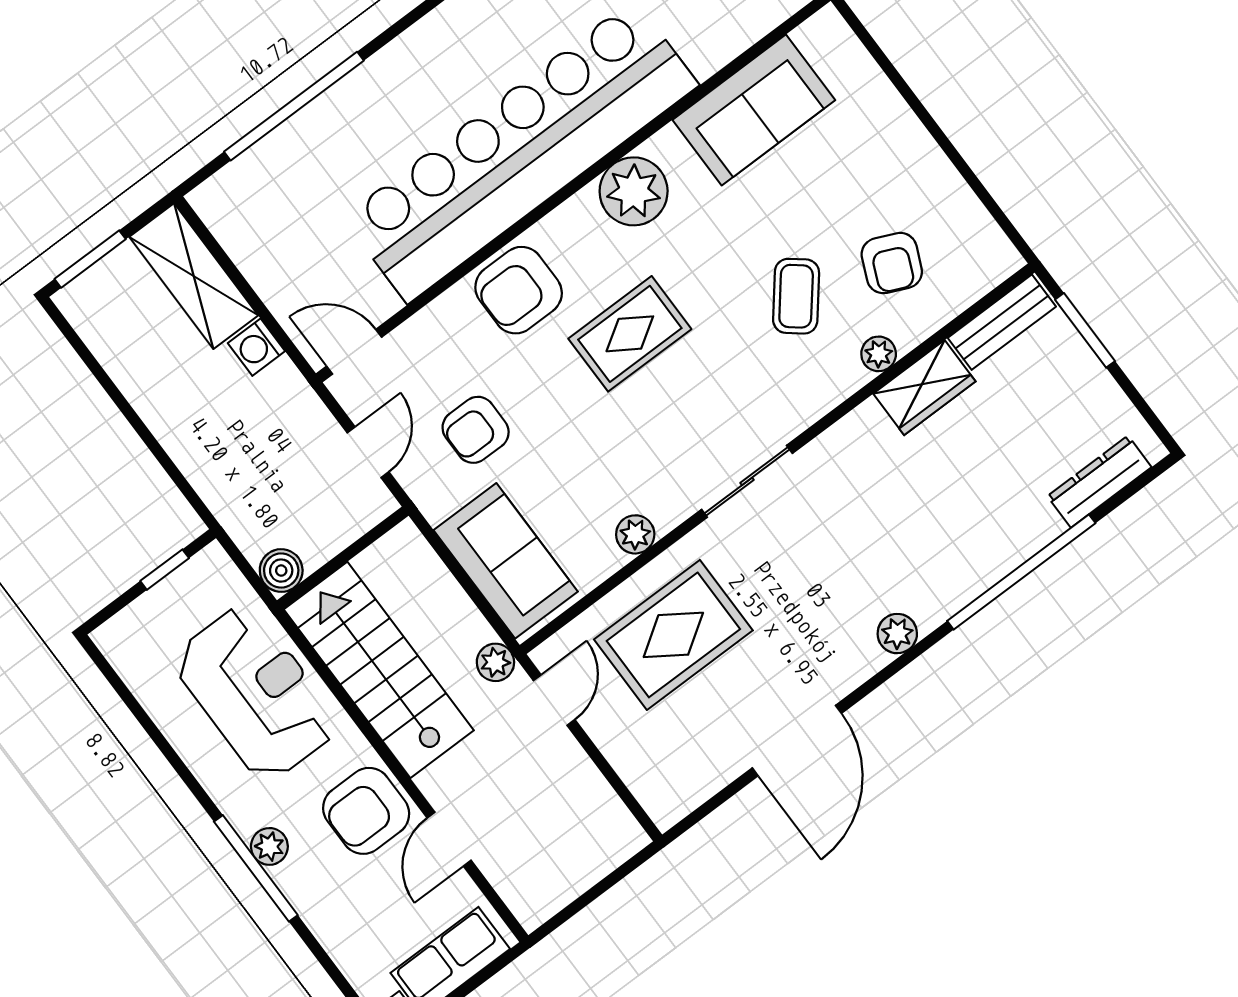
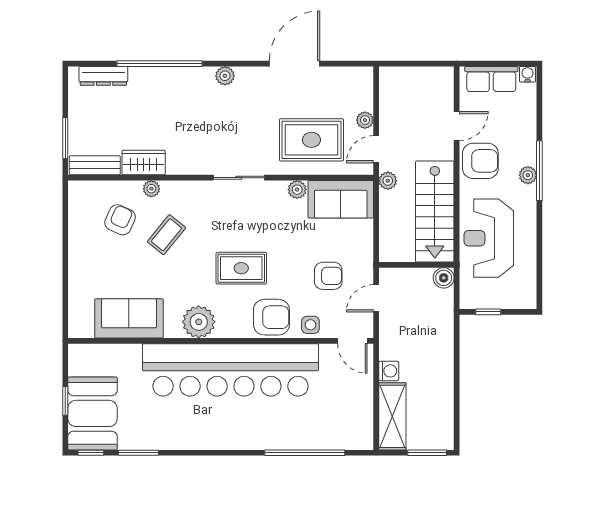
side table: (444, 326) -> (310, 325), added
sofa: (506, 561) -> (341, 199), moved, turned -90
plant: (609, 735) -> (365, 120), added

